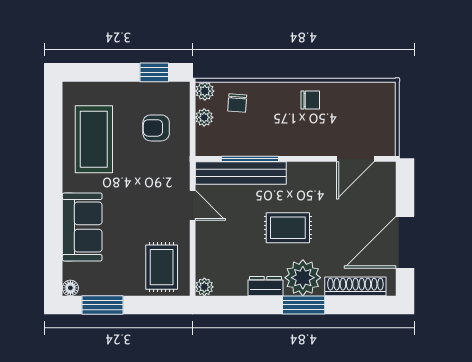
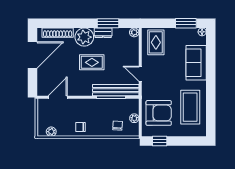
plant: (205, 91) -> (51, 132), moved
armchair: (156, 128) -> (159, 113), width x1.88, depth x1.88
window: (304, 305) -> (108, 23), moved

